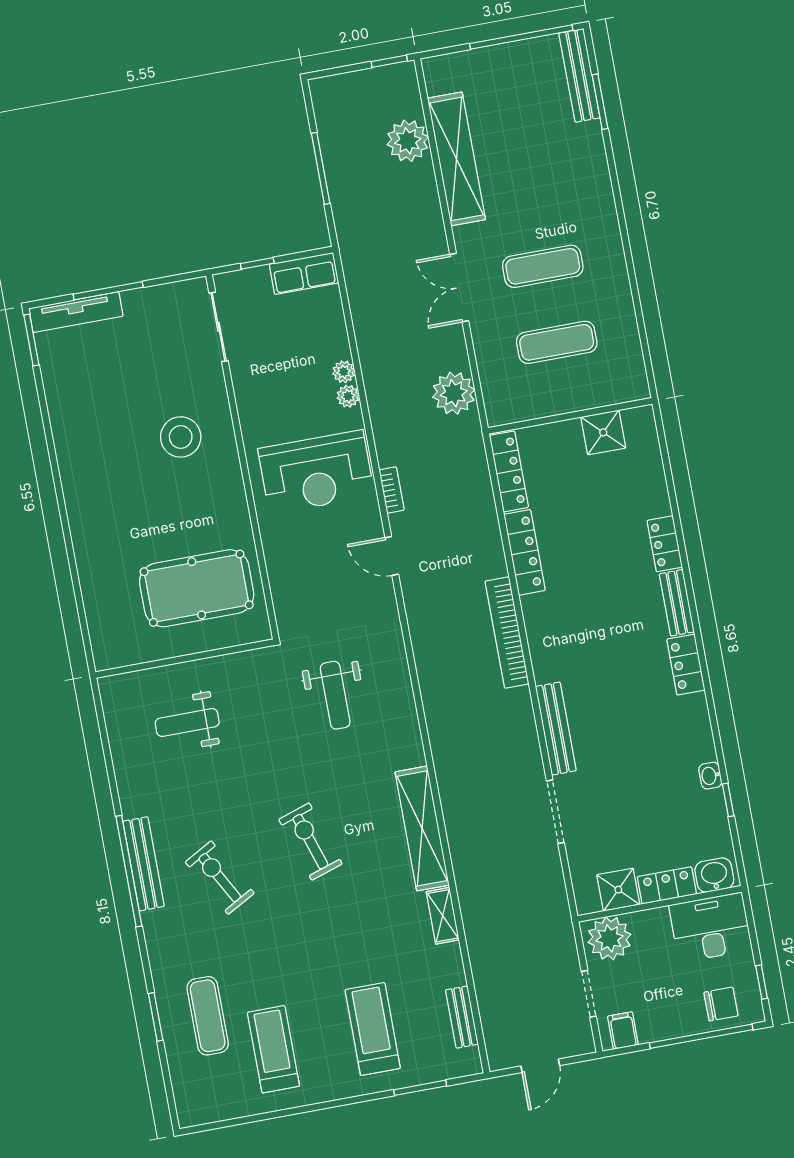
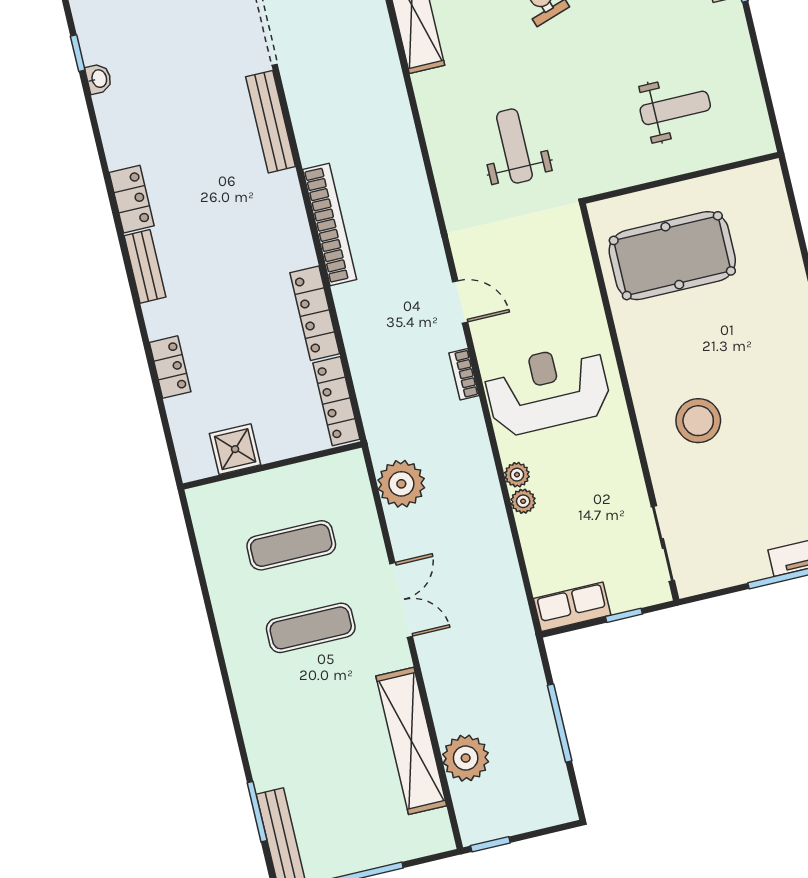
locker: (665, 544) -> (170, 367), moved

